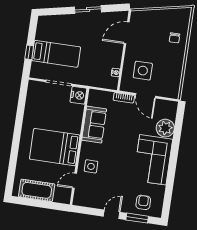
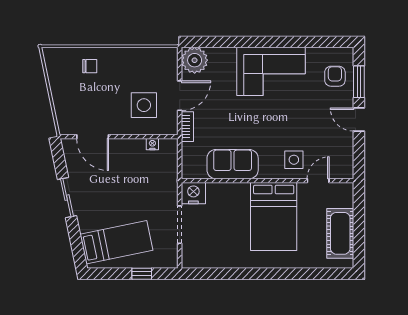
bed: (56, 54) -> (116, 242), moved, turned 78
plant: (165, 128) -> (195, 60), moved
door: (74, 181) -> (318, 181), swing flipped
armchair: (143, 202) -> (335, 76), turned 90

